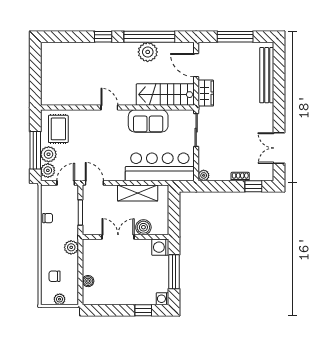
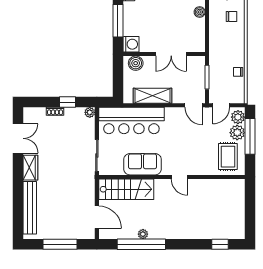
window: (103, 37) -> (220, 244), moved
plant: (148, 52) -> (143, 234), width x0.53, depth x0.53
wardrobe: (206, 93) -> (30, 168), moved, turned 180
window: (253, 186) -> (68, 102), moved
boiler: (143, 227) -> (136, 63), moved
plant: (71, 247) -> (216, 44), removed

